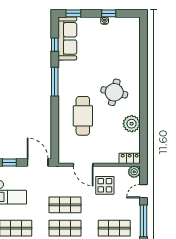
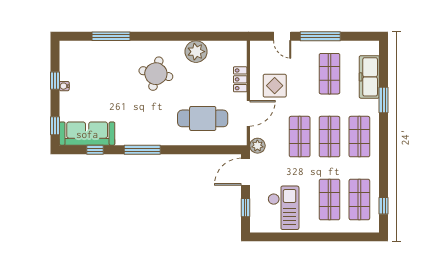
window: (143, 57) -> (111, 36), added
cafe table: (83, 116) -> (203, 118), moved
locker: (130, 158) -> (240, 79), moved
plant: (134, 172) -> (257, 146), moved

